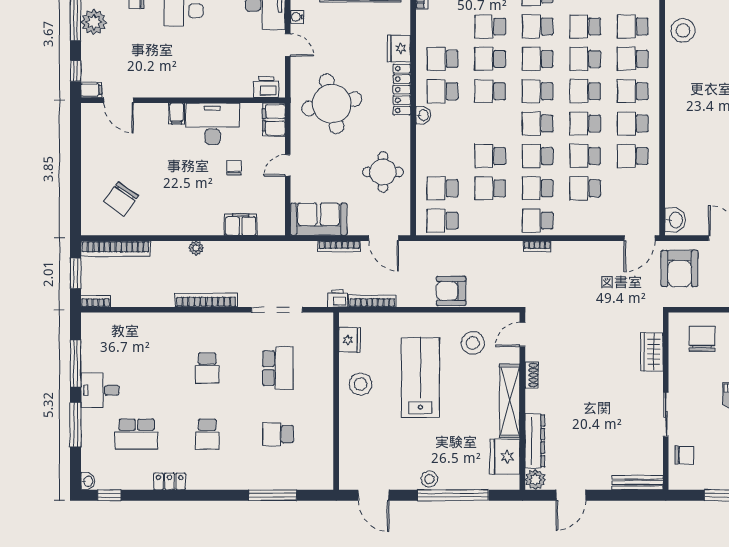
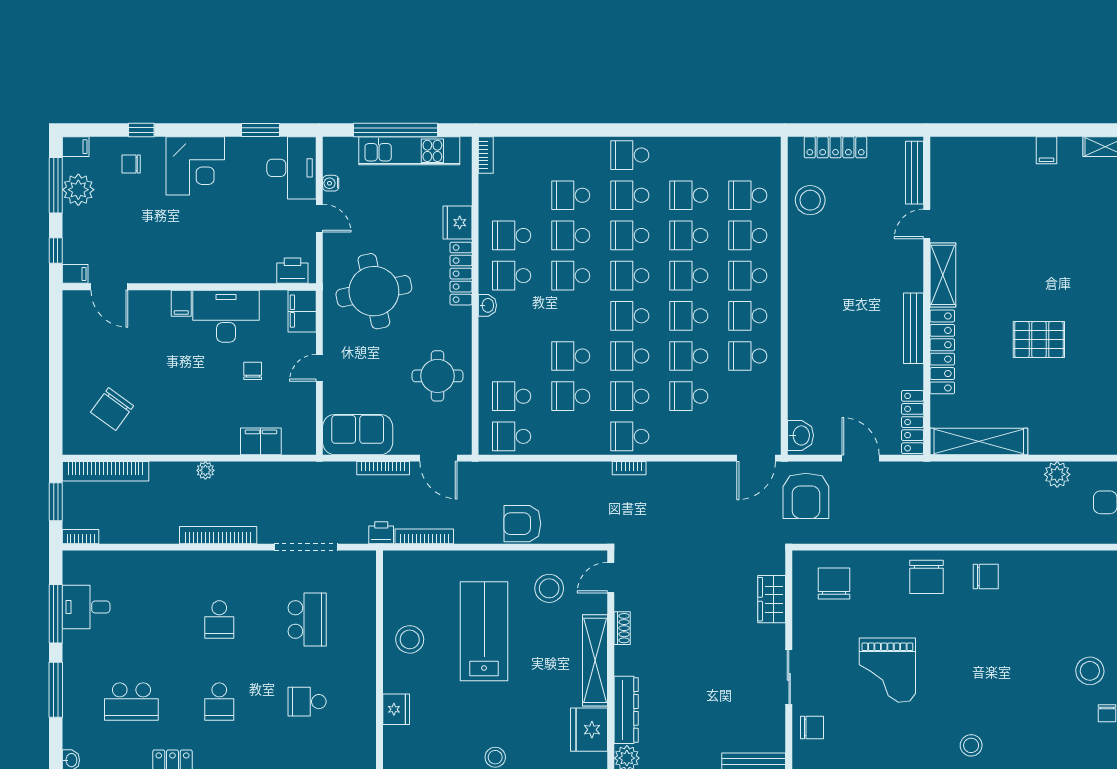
fridge: (350, 340) -> (396, 709), moved
desk: (100, 390) -> (86, 607), moved

